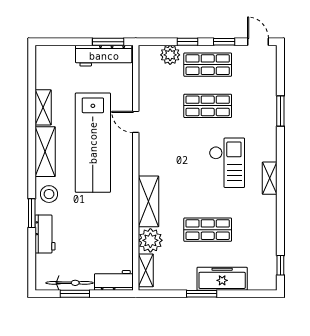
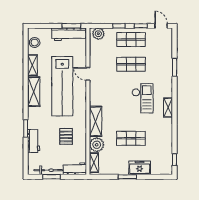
plant: (170, 55) -> (98, 34), moved
stool: (49, 194) -> (35, 43), moved
pallet: (99, 226) -> (66, 136), added
freezer: (222, 279) -> (140, 168), width x0.71

